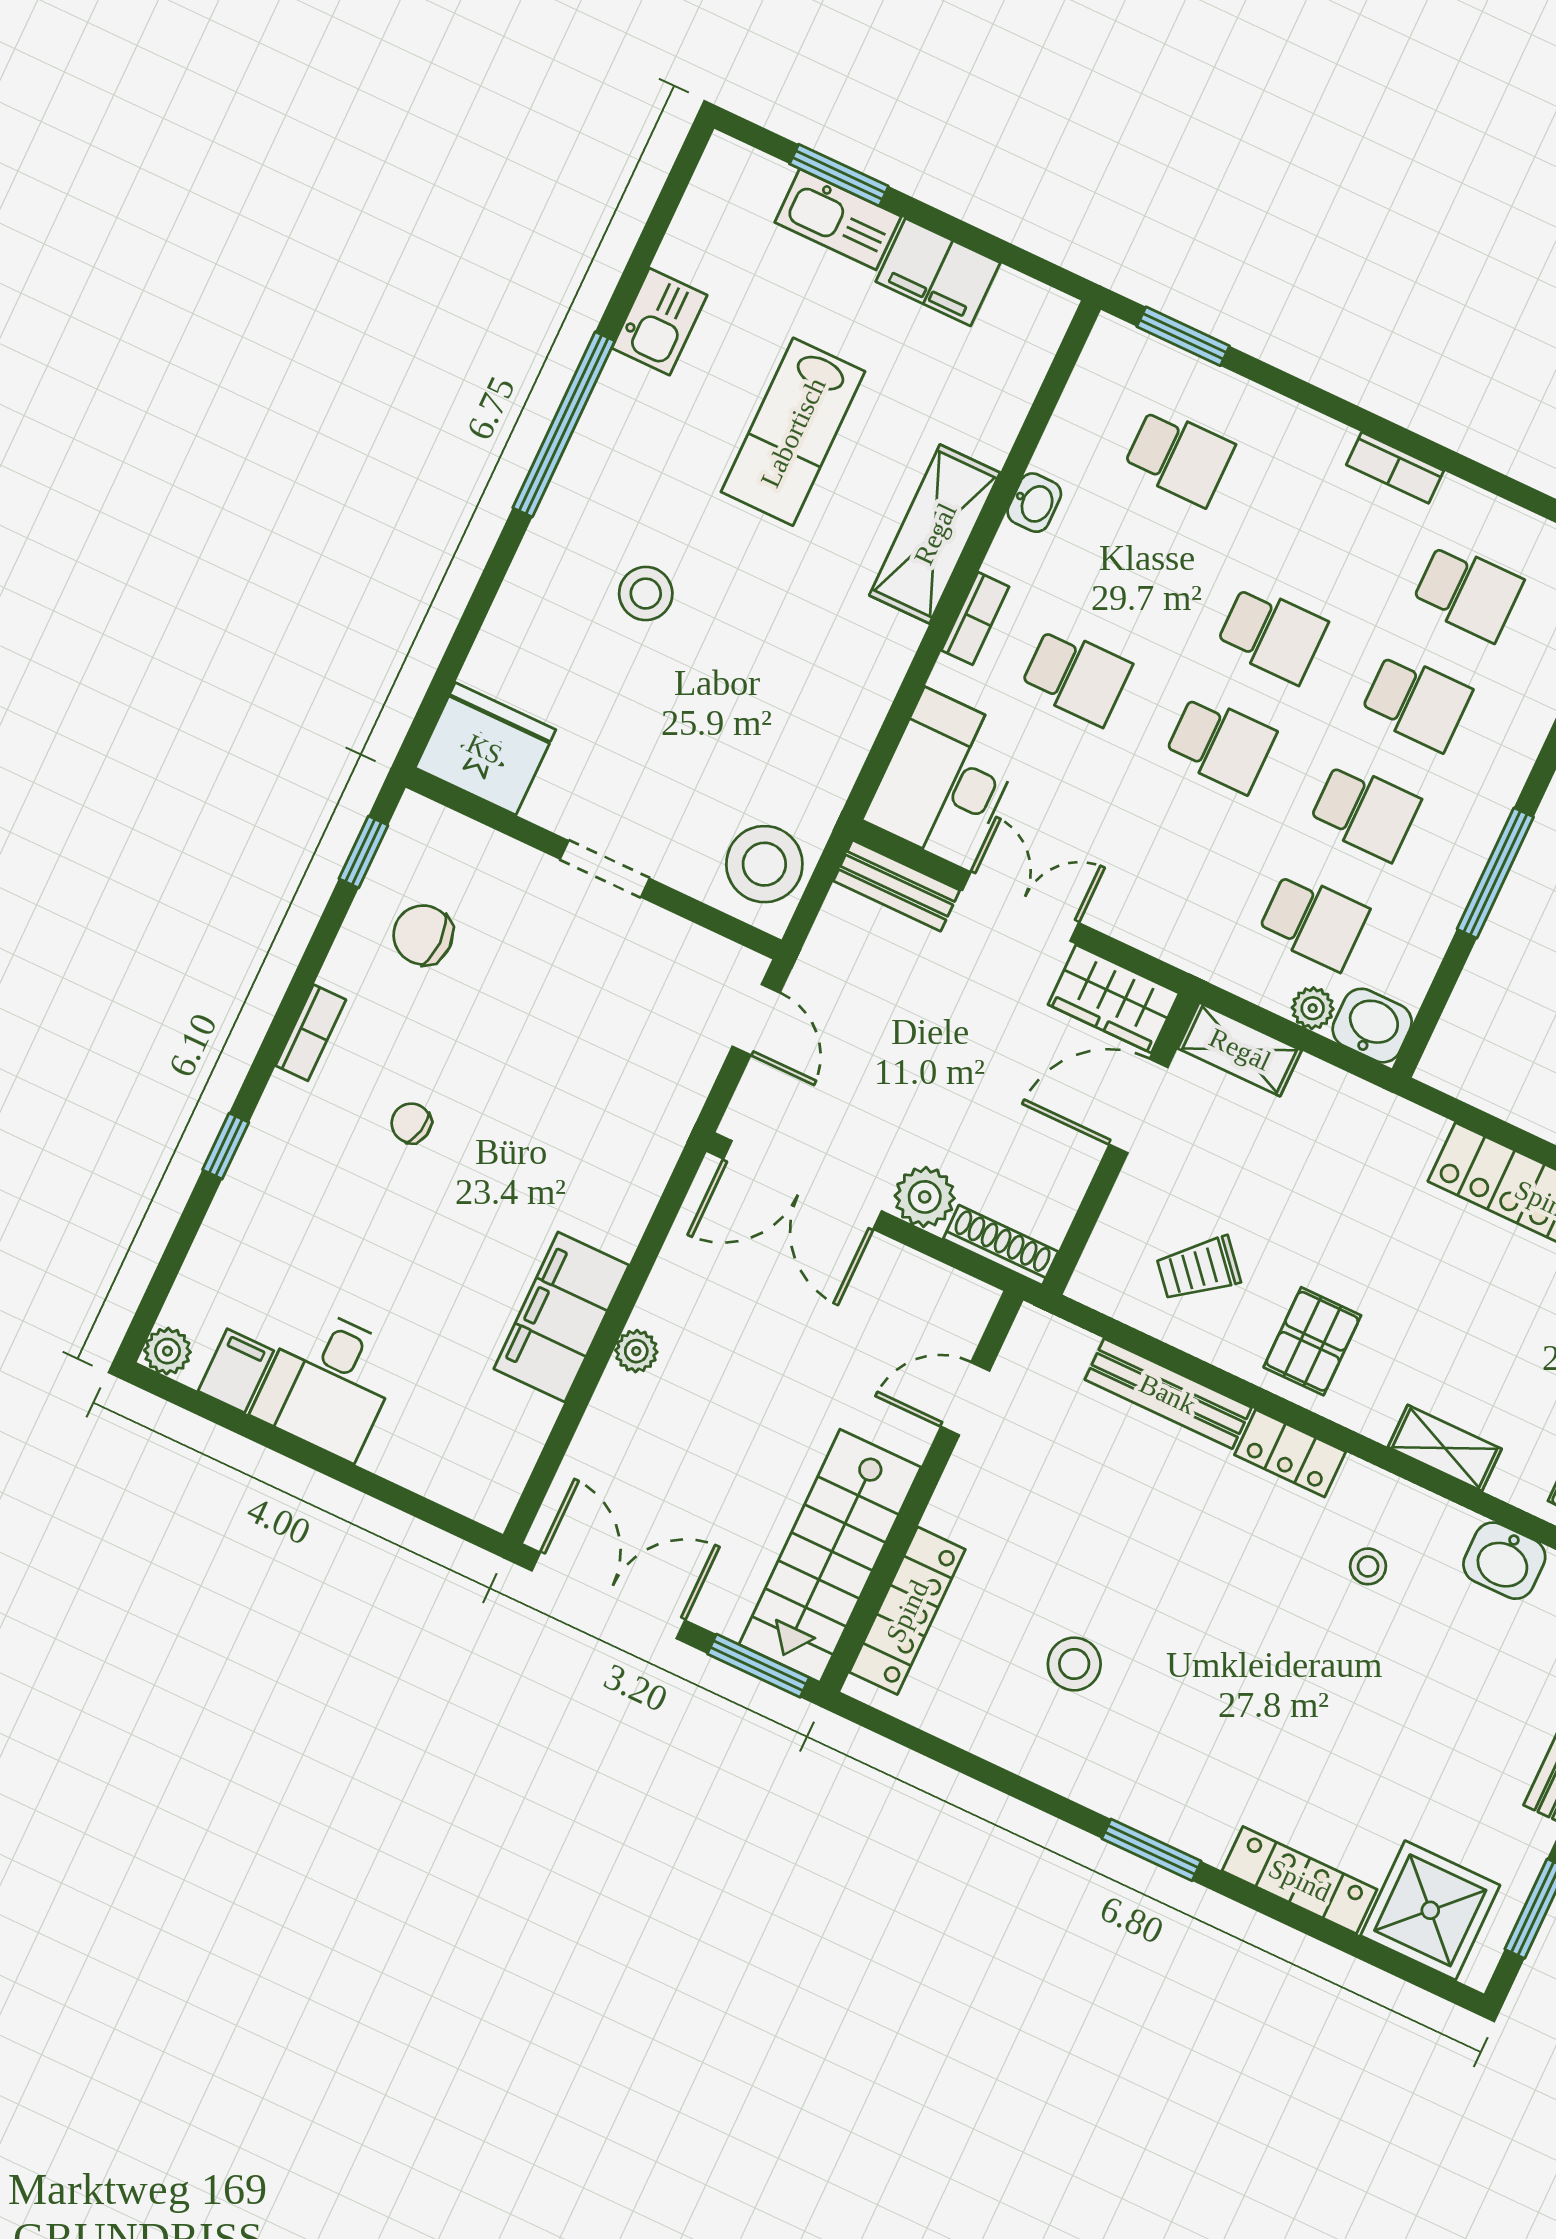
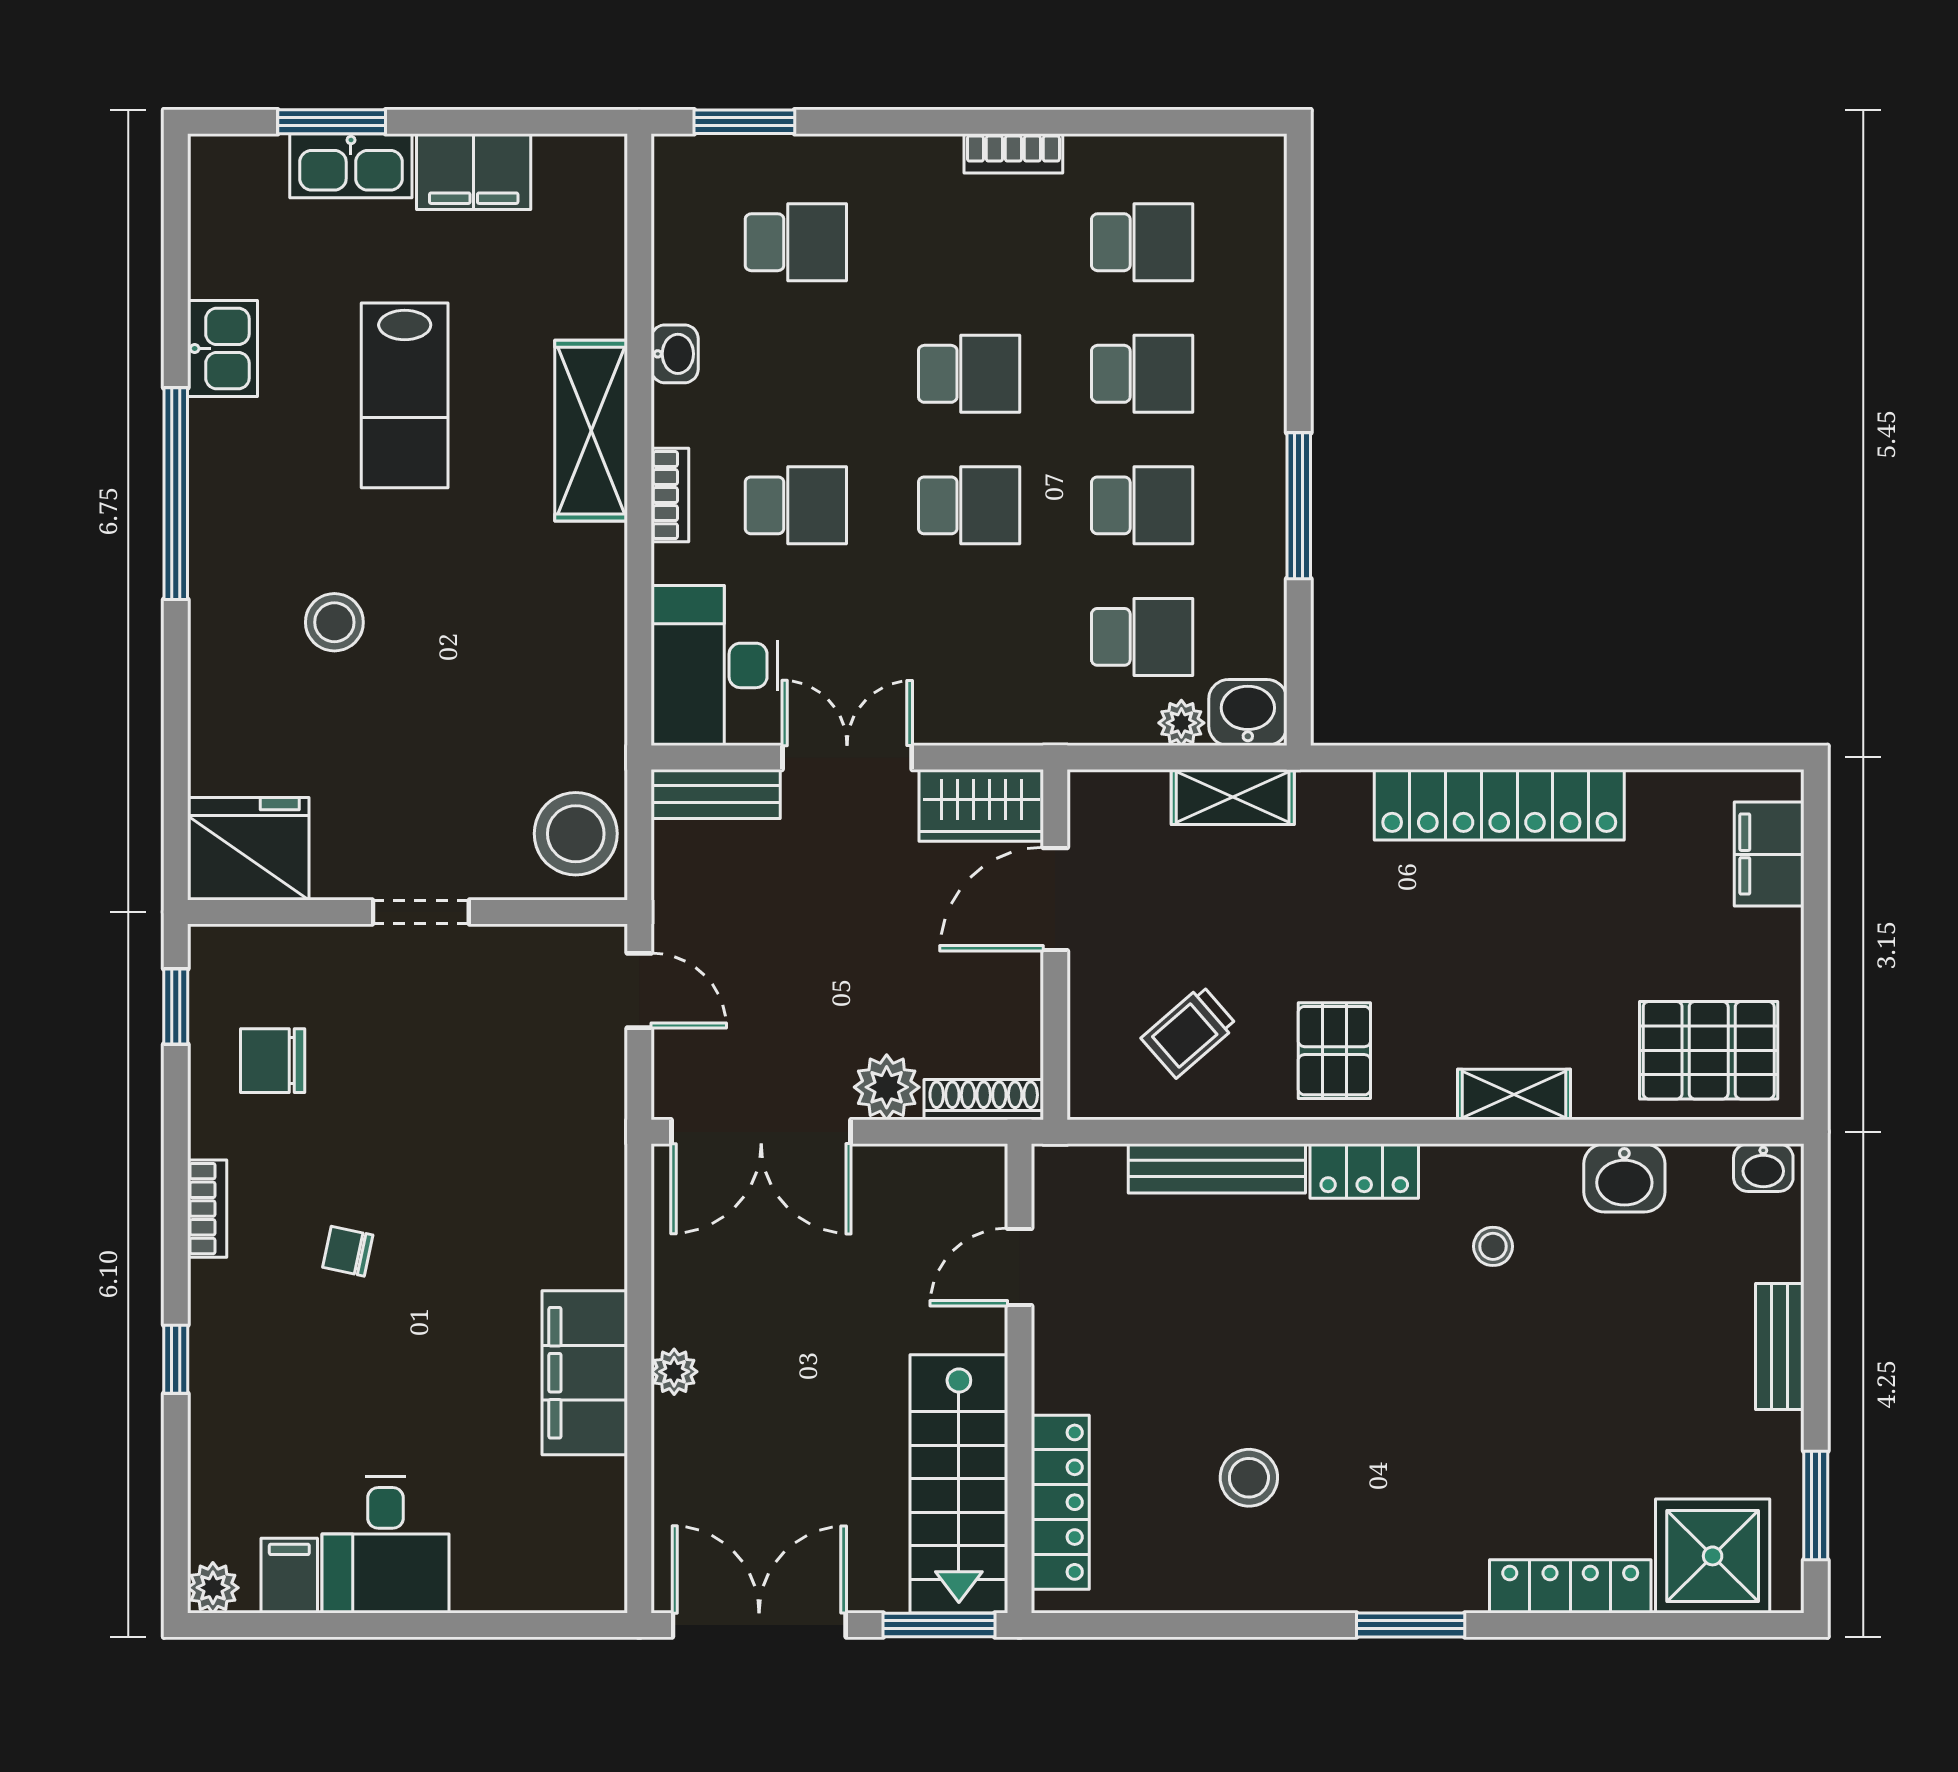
shelving: (1240, 1049) -> (1233, 797), moved

